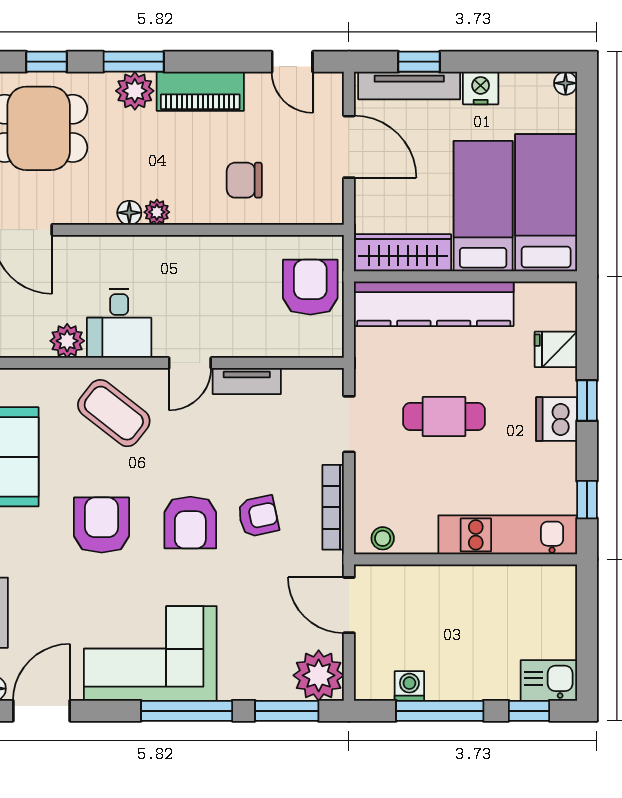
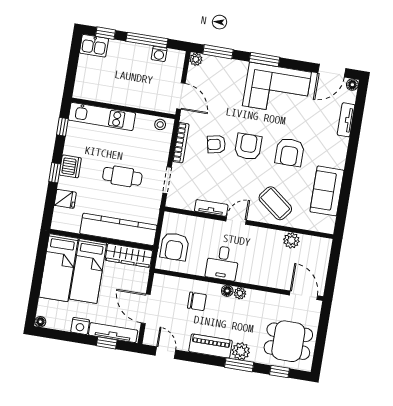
floor lamp: (129, 213) -> (227, 291), moved
desk: (119, 323) -> (222, 263), moved, turned 180
plant: (319, 675) -> (196, 59), width x0.53, depth x0.53
window: (187, 711) -> (264, 59), width x0.69

